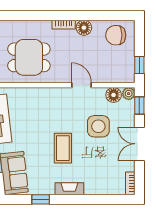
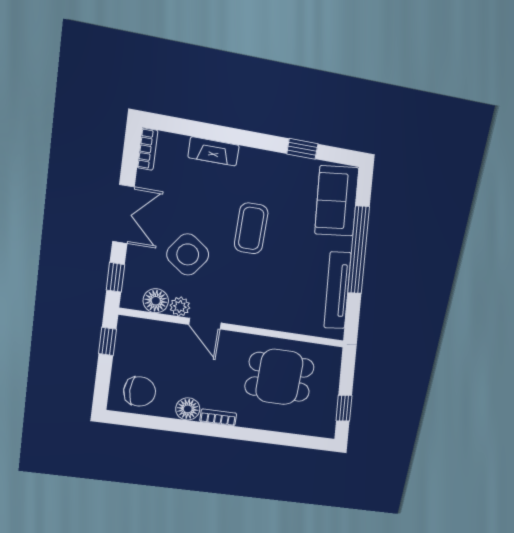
plant: (129, 94) -> (180, 307), moved
side table: (98, 126) -> (188, 255), turned 36
fireplace: (69, 189) -> (213, 151), moved

